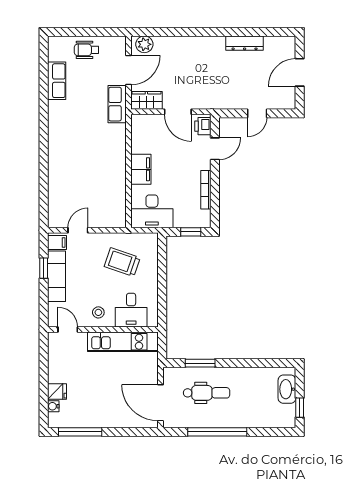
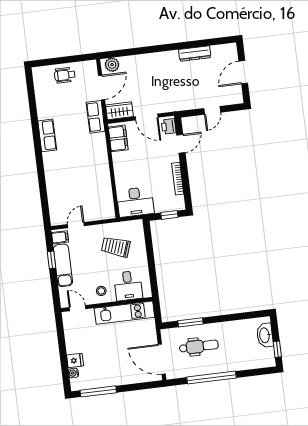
row of seats: (57, 81) -> (47, 135), moved
filing cabinet: (141, 169) -> (118, 138), moved

